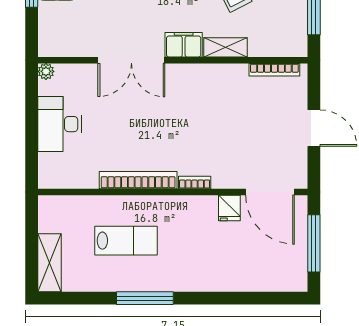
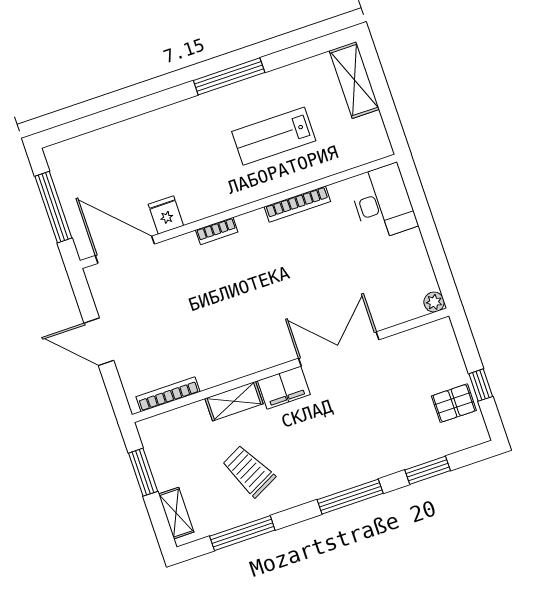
desk: (59, 124) -> (383, 202), moved
bookcase: (138, 180) -> (297, 204), width x0.68, depth x0.76

